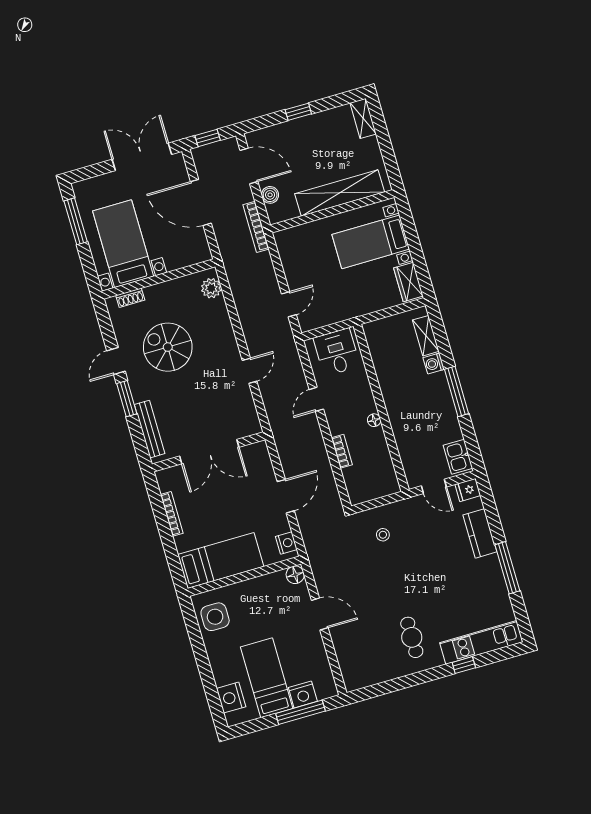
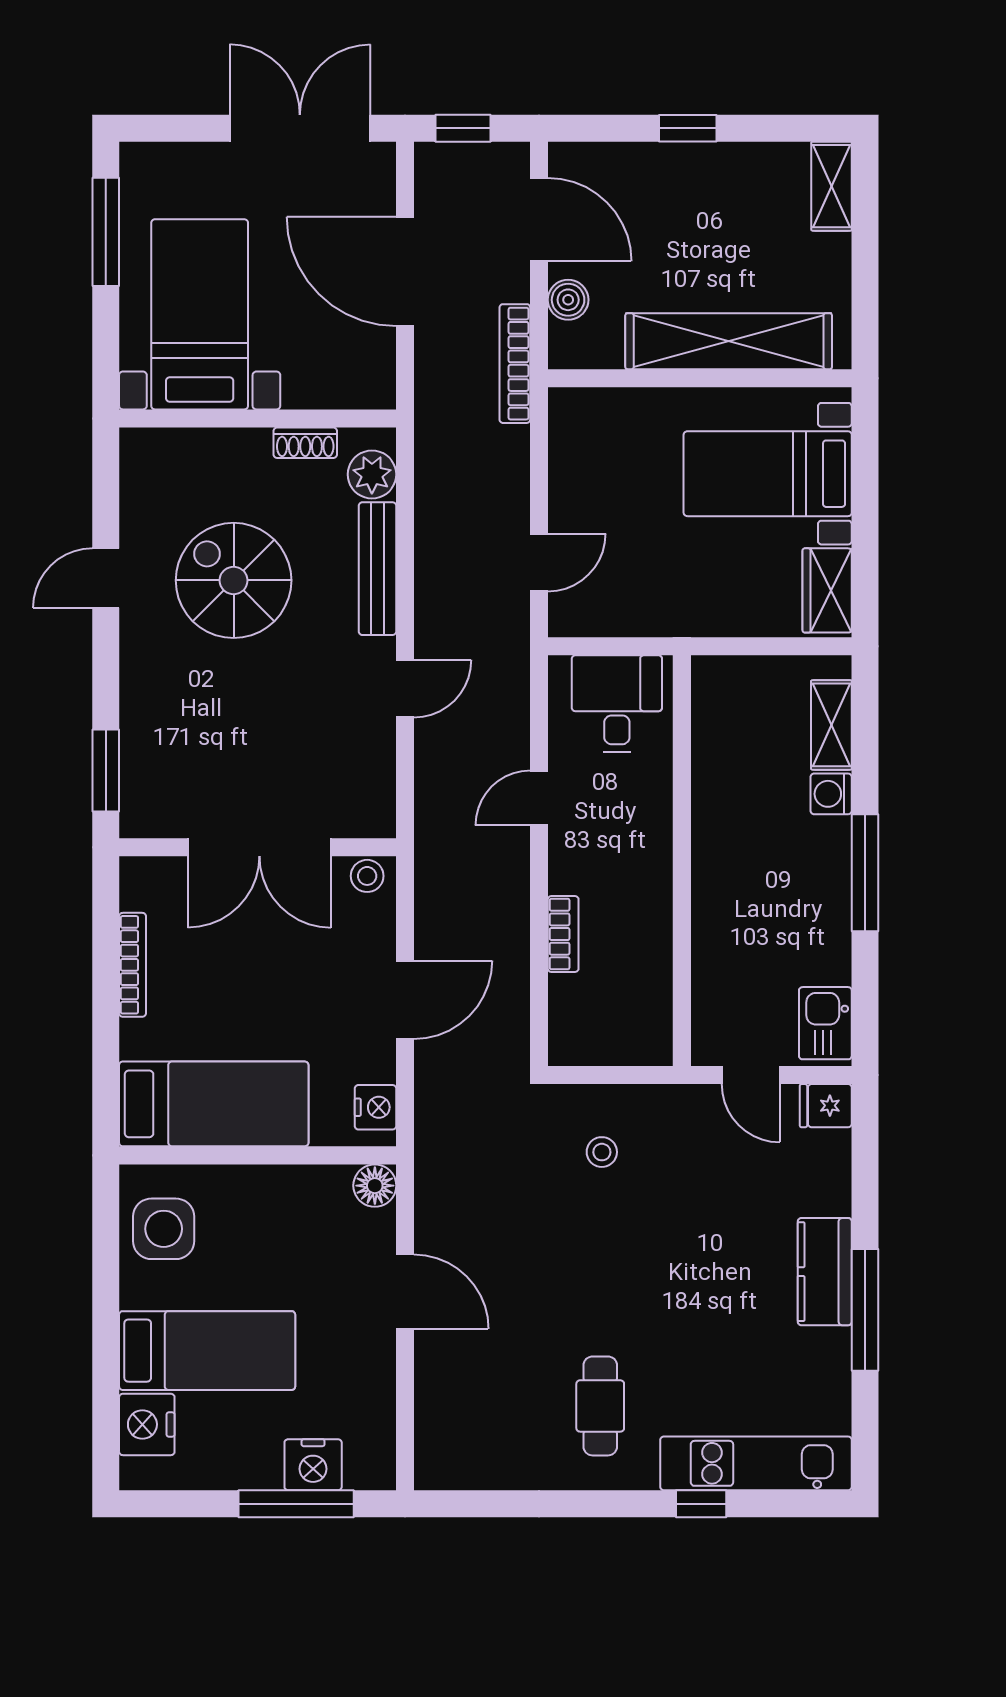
shoe rack: (130, 298) -> (305, 443), moved
window: (127, 399) -> (106, 771), moved
floor lamp: (374, 420) -> (657, 884), removed
bench: (150, 429) -> (377, 569), moved
stool: (256, 451) -> (367, 876), added
kitchen counter: (480, 533) -> (825, 1272), moved
bed: (267, 678) -> (207, 1351), moved, turned 90

